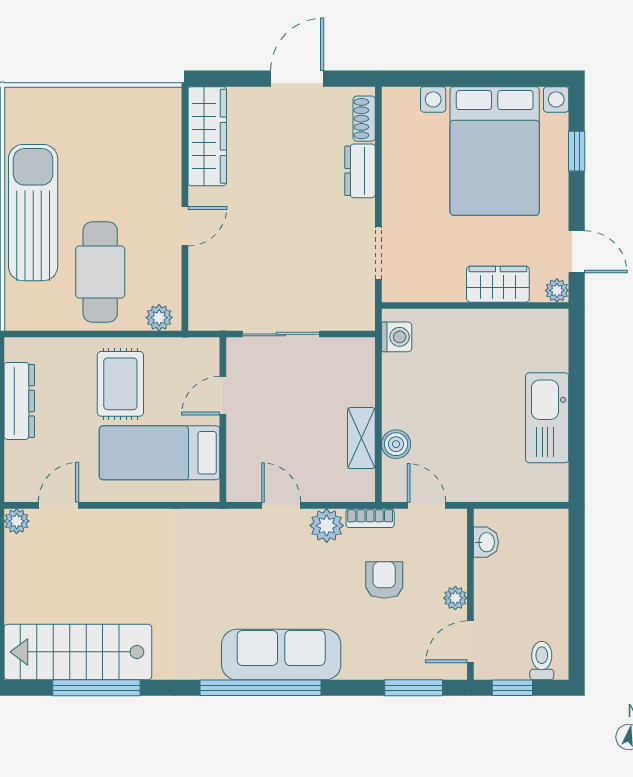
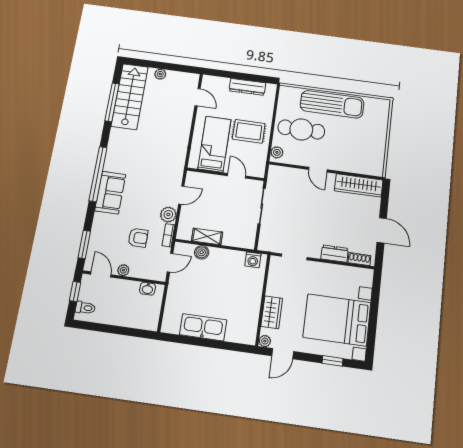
plant: (17, 521) -> (160, 74), moved
sofa: (281, 655) -> (110, 193), width x0.73

